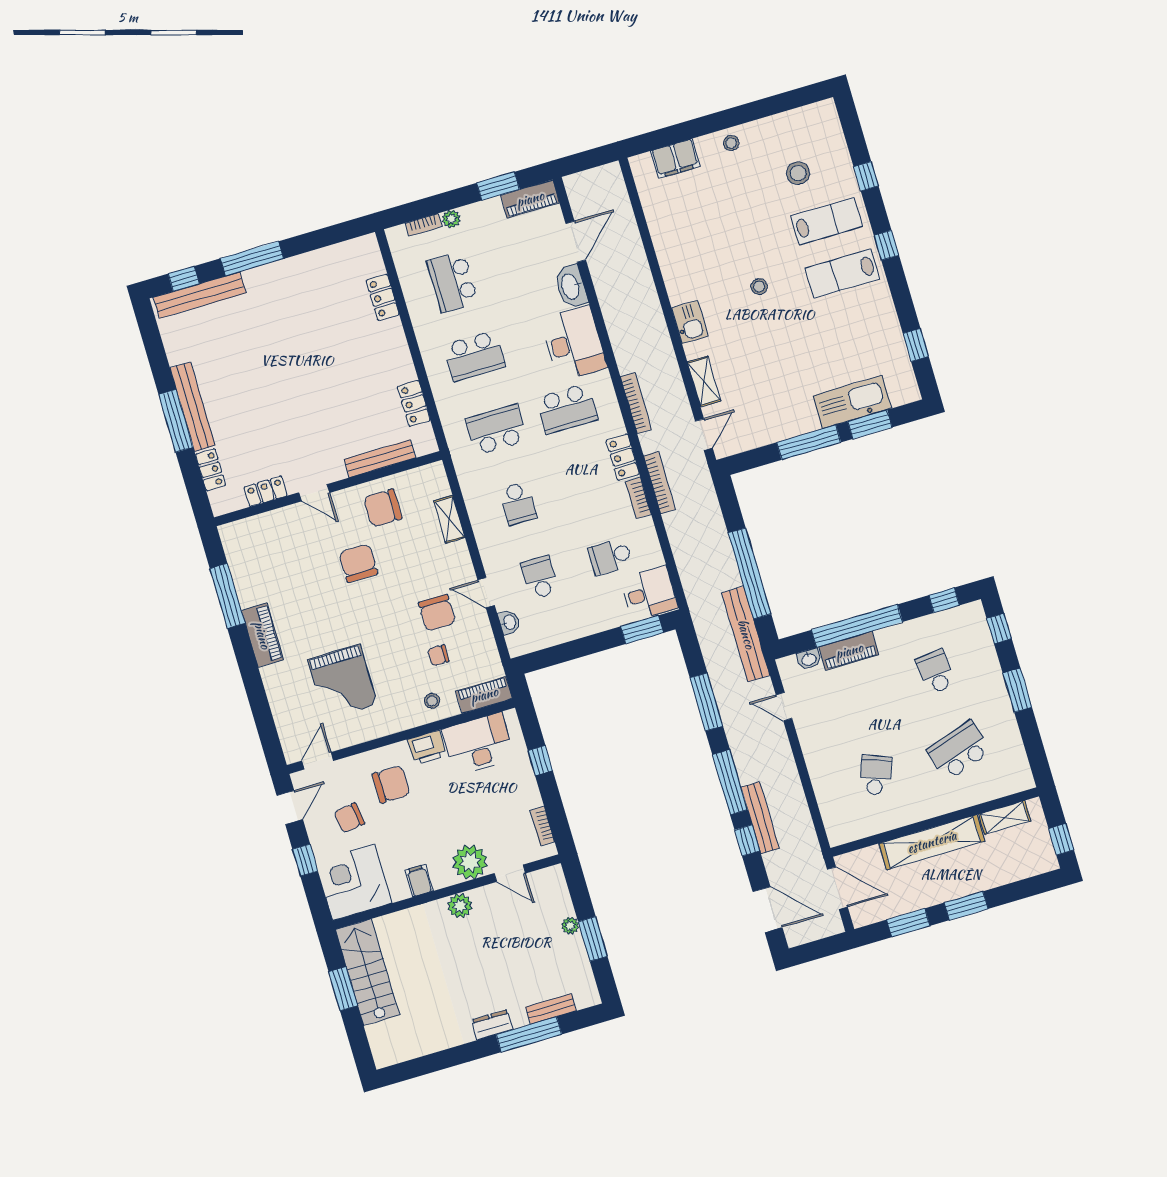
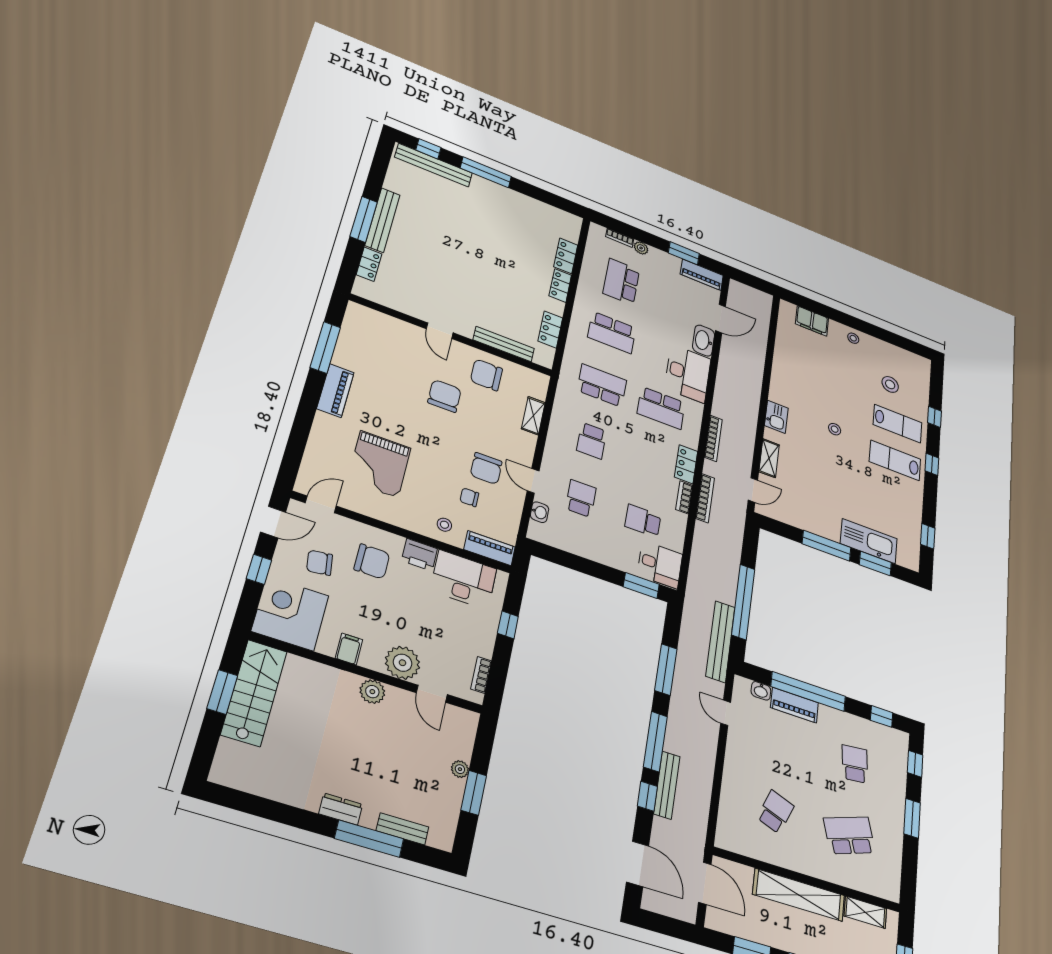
locker: (266, 491) -> (560, 285), moved, turned -90

